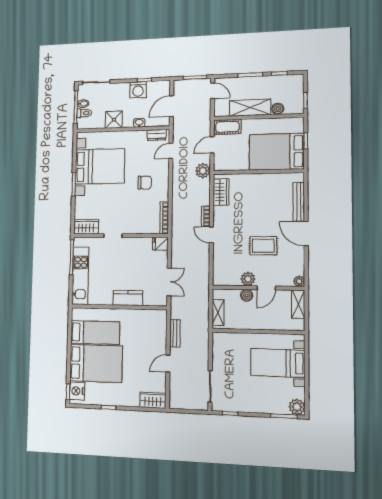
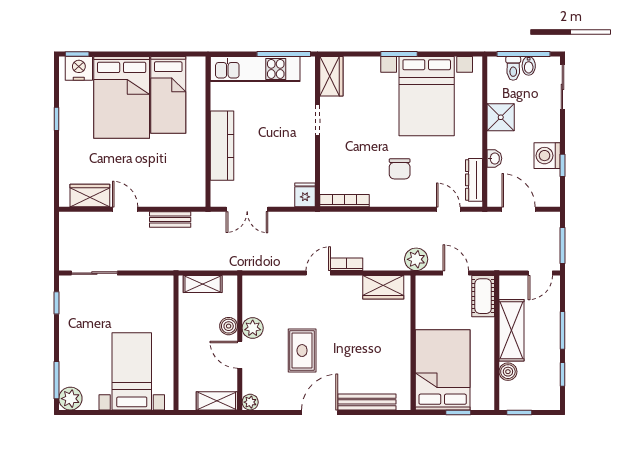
dresser: (157, 135) -> (474, 180), width x1.44
kitchen counter: (128, 298) -> (222, 146), width x1.50
wardrobe: (153, 400) -> (90, 196), moved, turned -90

